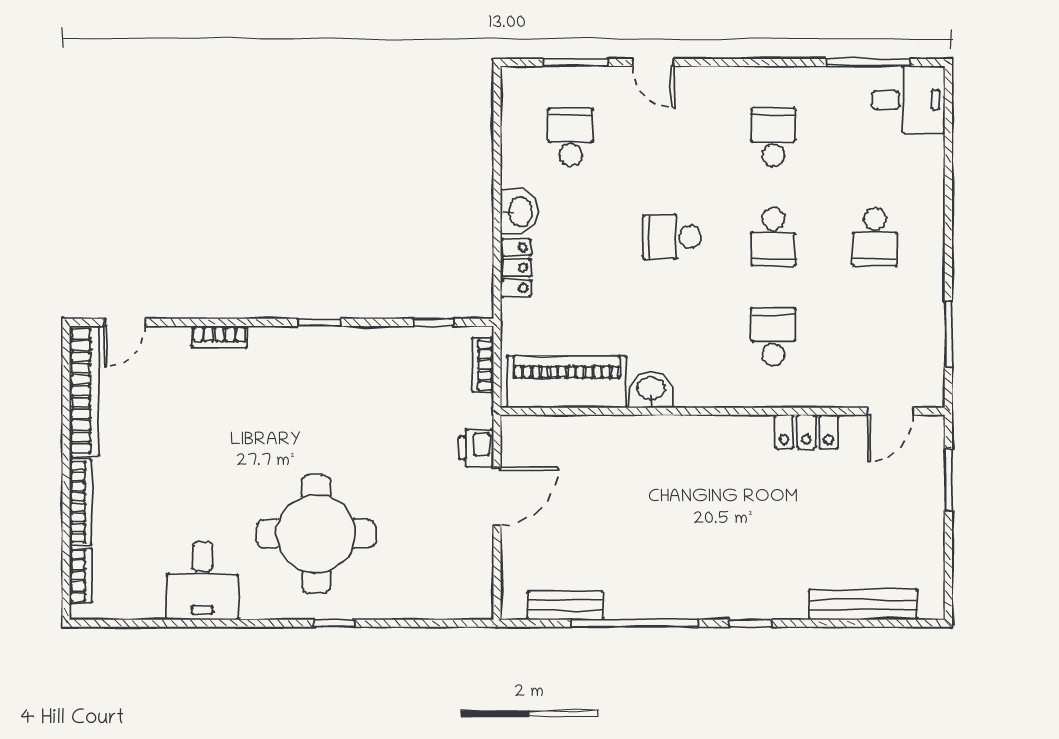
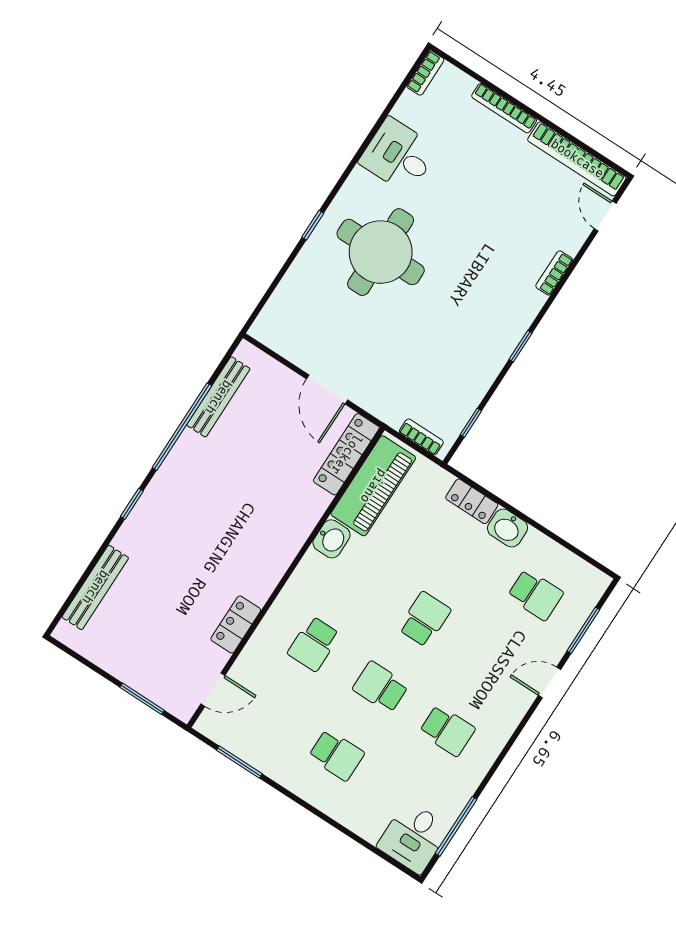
school desk: (875, 237) -> (336, 755), turned 180
school desk: (773, 337) -> (314, 644), turned 90
door: (890, 411) -> (213, 690), swing flipped
locker: (552, 432) -> (346, 454), added
printer: (476, 448) -> (368, 396), removed
bookcase: (81, 576) -> (425, 73), moved, turned -90
bench: (565, 605) -> (218, 397), width x1.36

